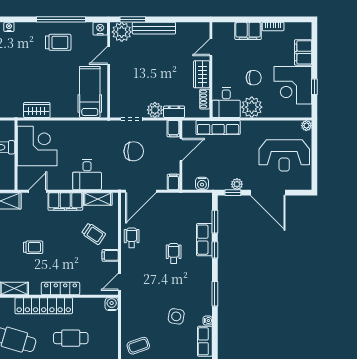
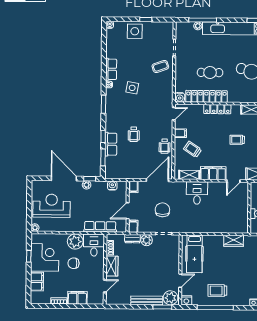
corner desk: (37, 146) -> (234, 214), removed
chair: (134, 151) -> (162, 210), turned 90
locker: (44, 306) -> (206, 96), moved

